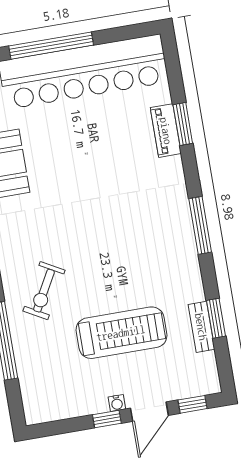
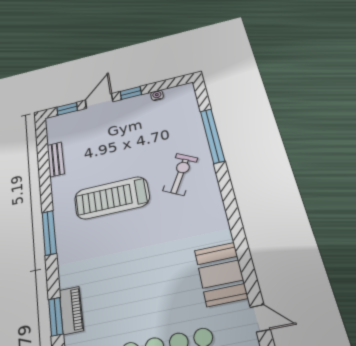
window: (216, 318) -> (44, 166), removed
treadmill: (121, 333) -> (112, 198), moved
water cooler: (117, 403) -> (157, 95), moved

